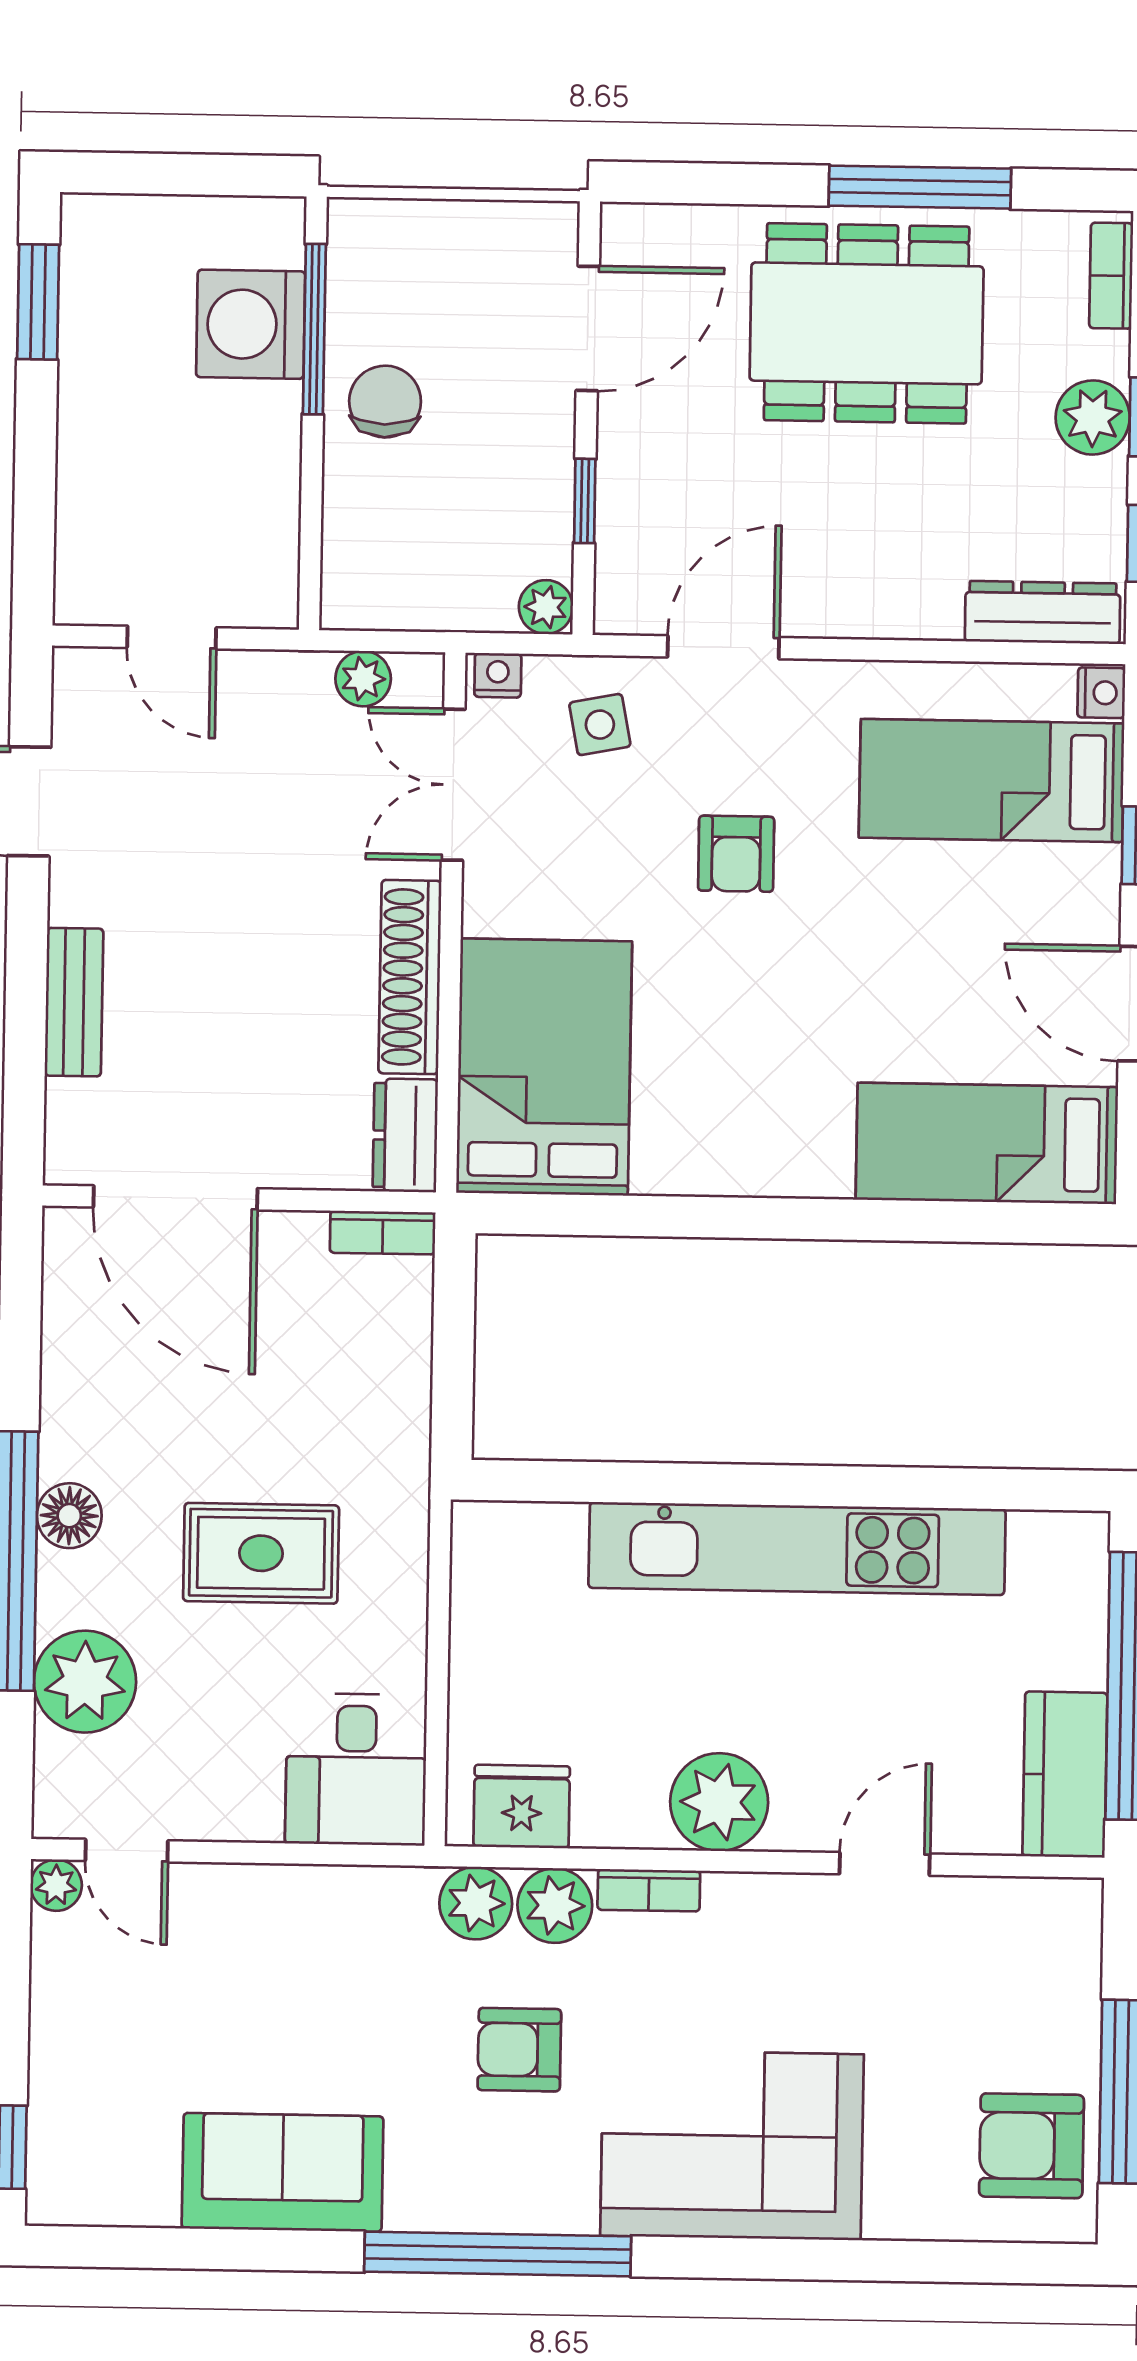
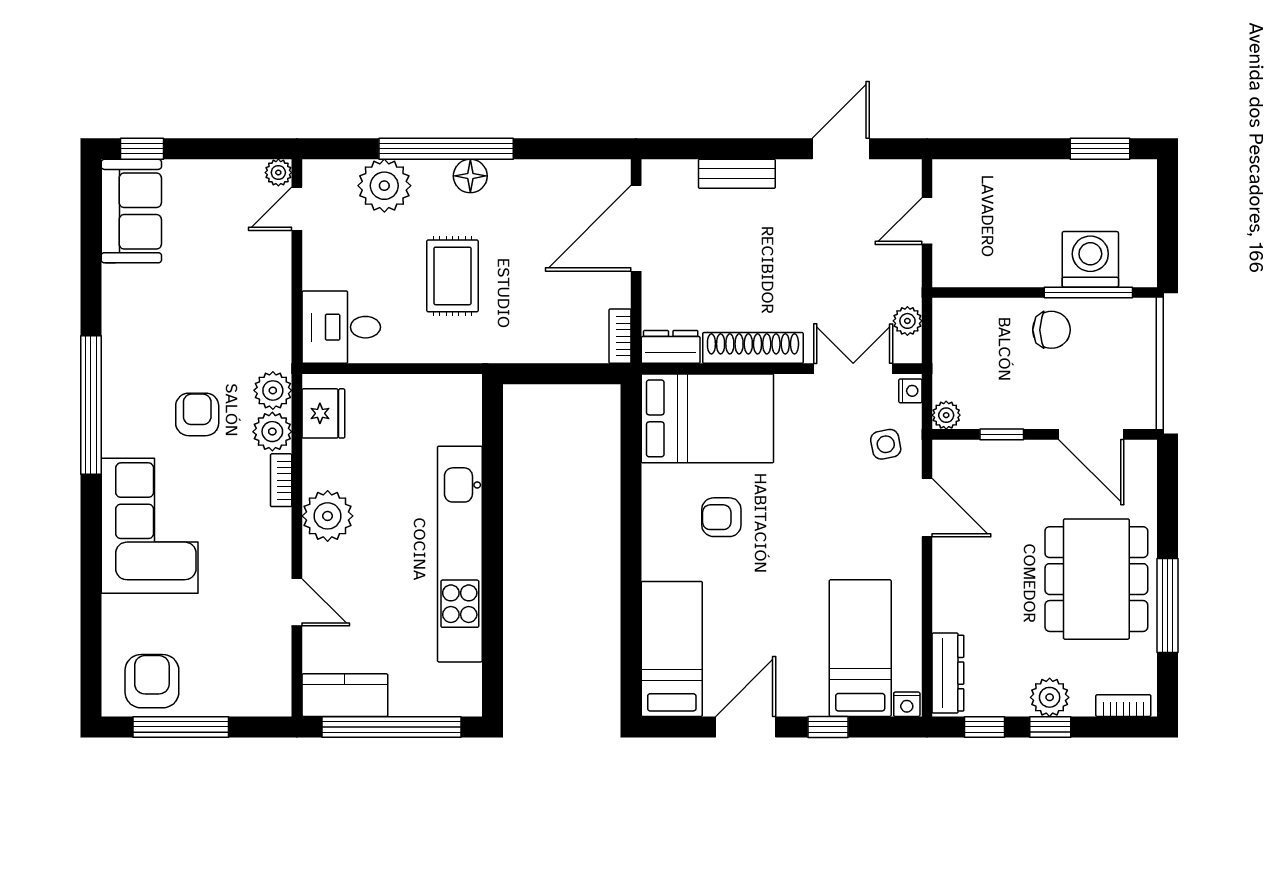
armchair: (736, 854) -> (721, 517), moved
sofa: (283, 2172) -> (131, 211), moved

